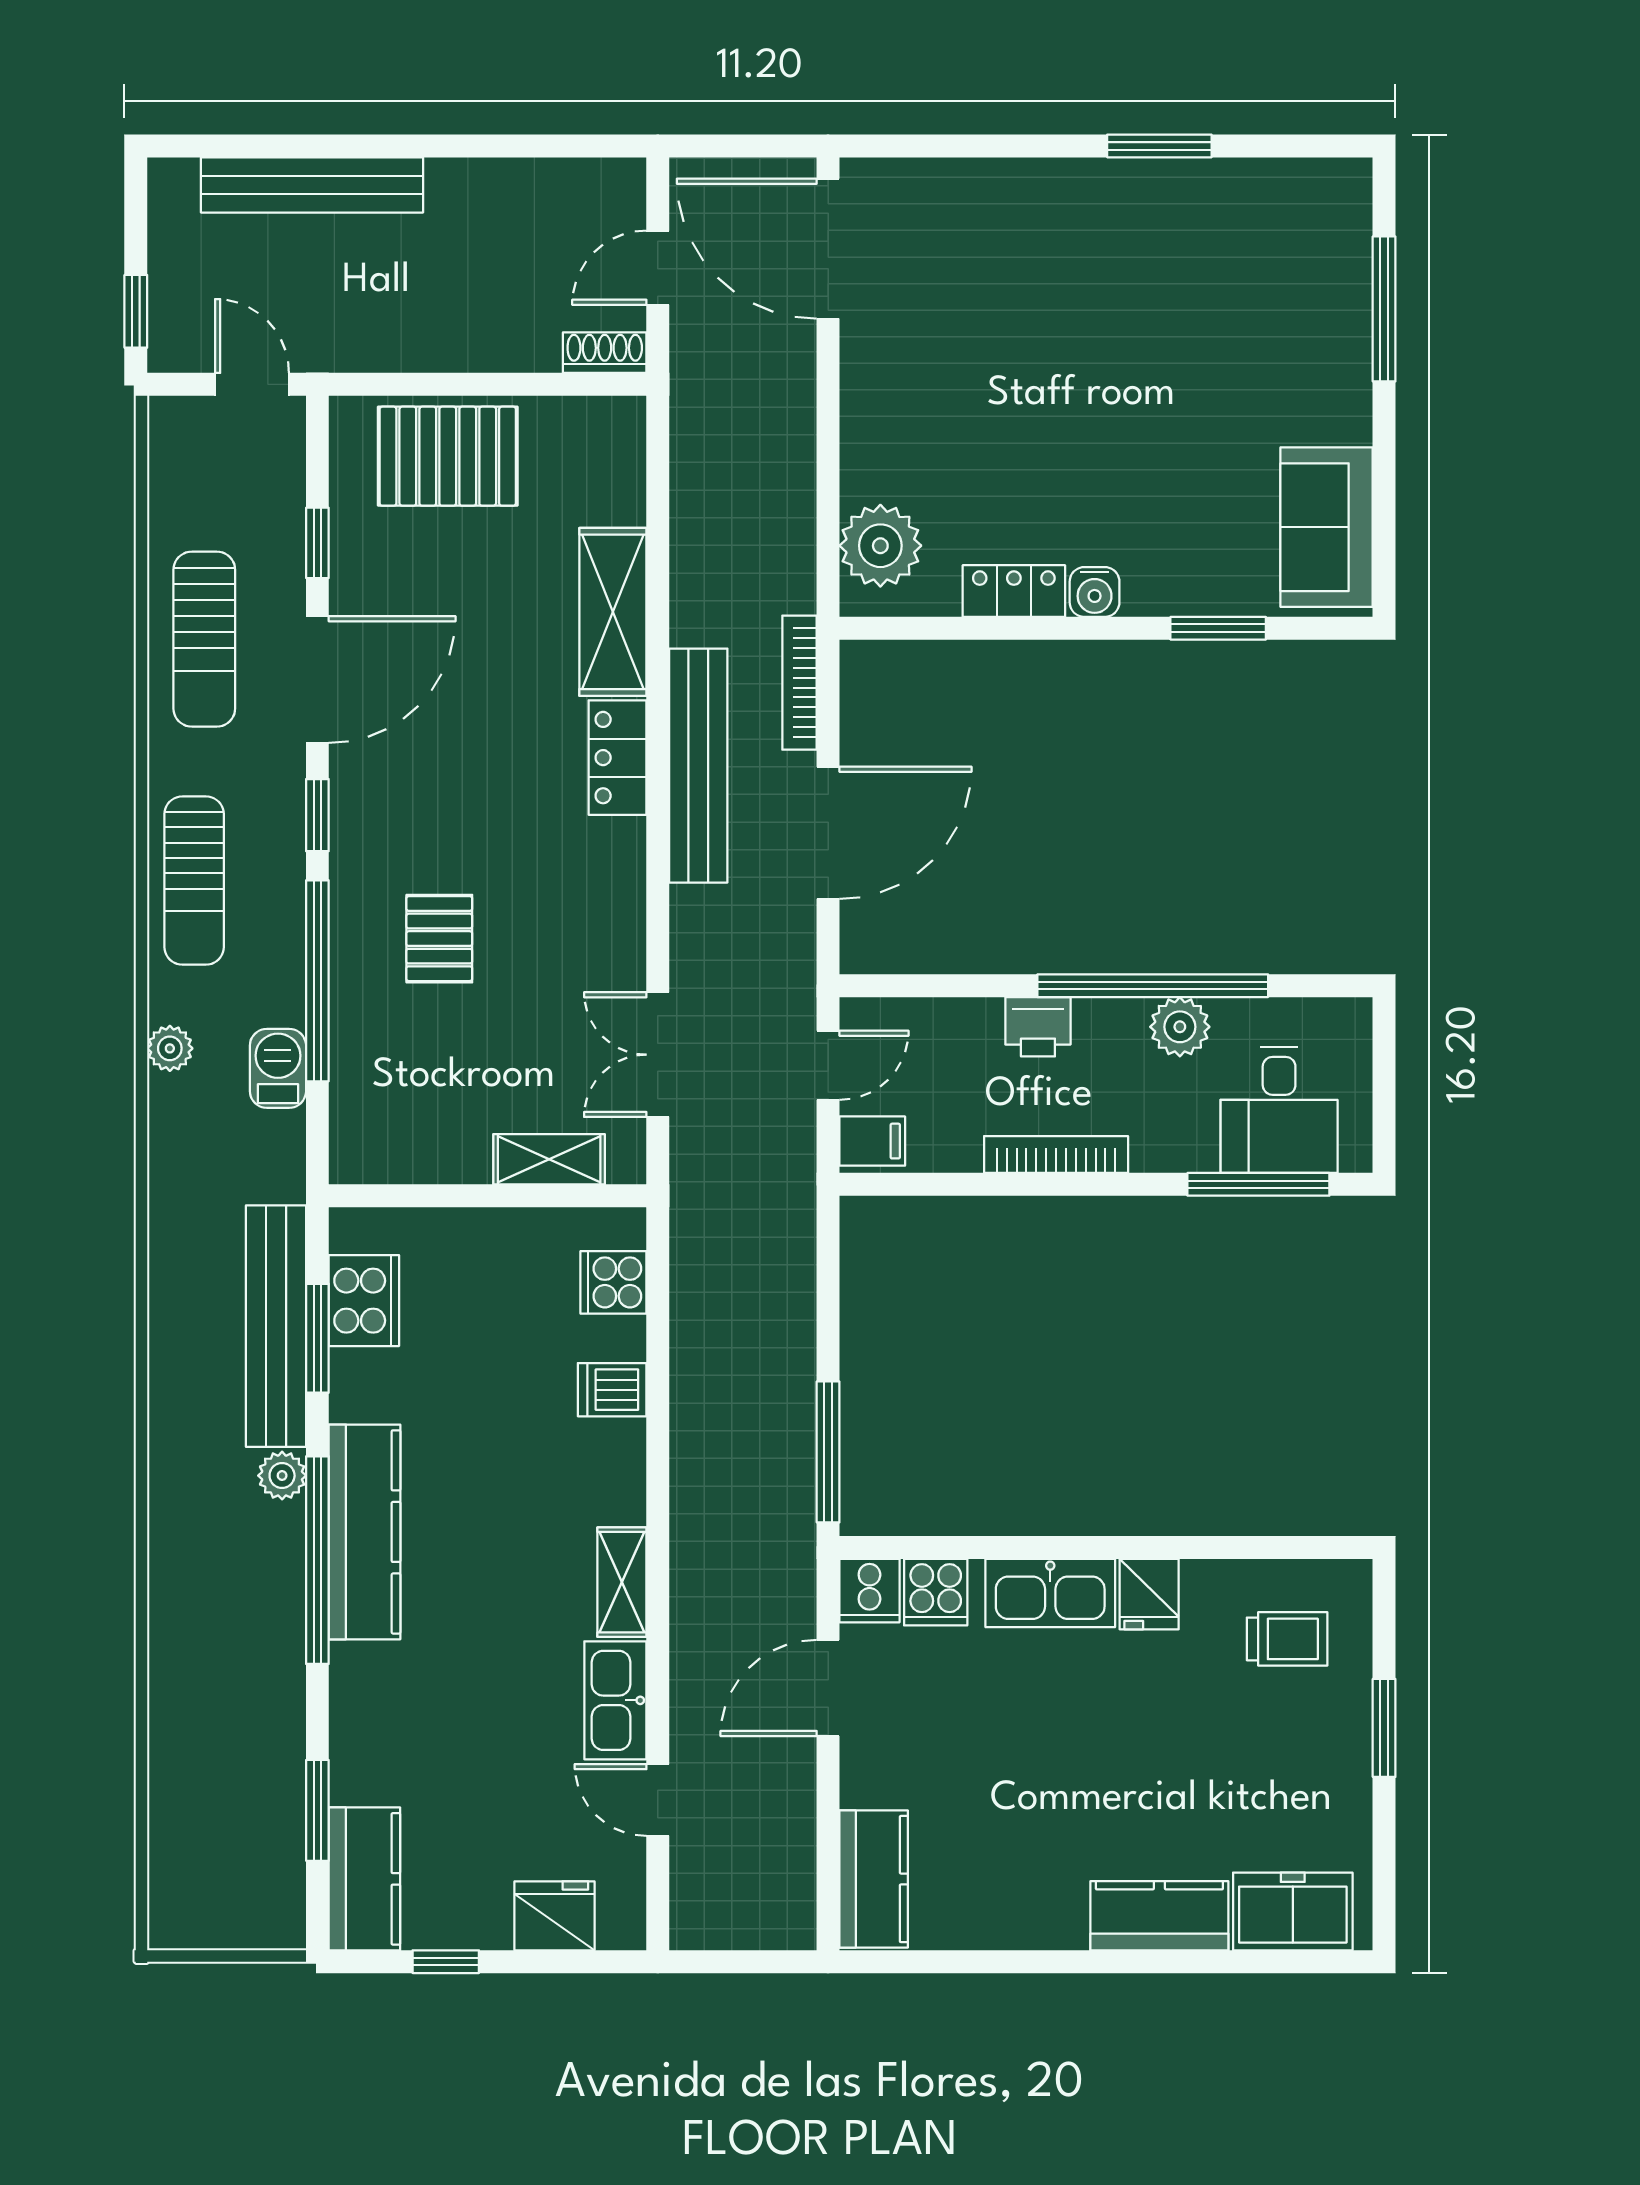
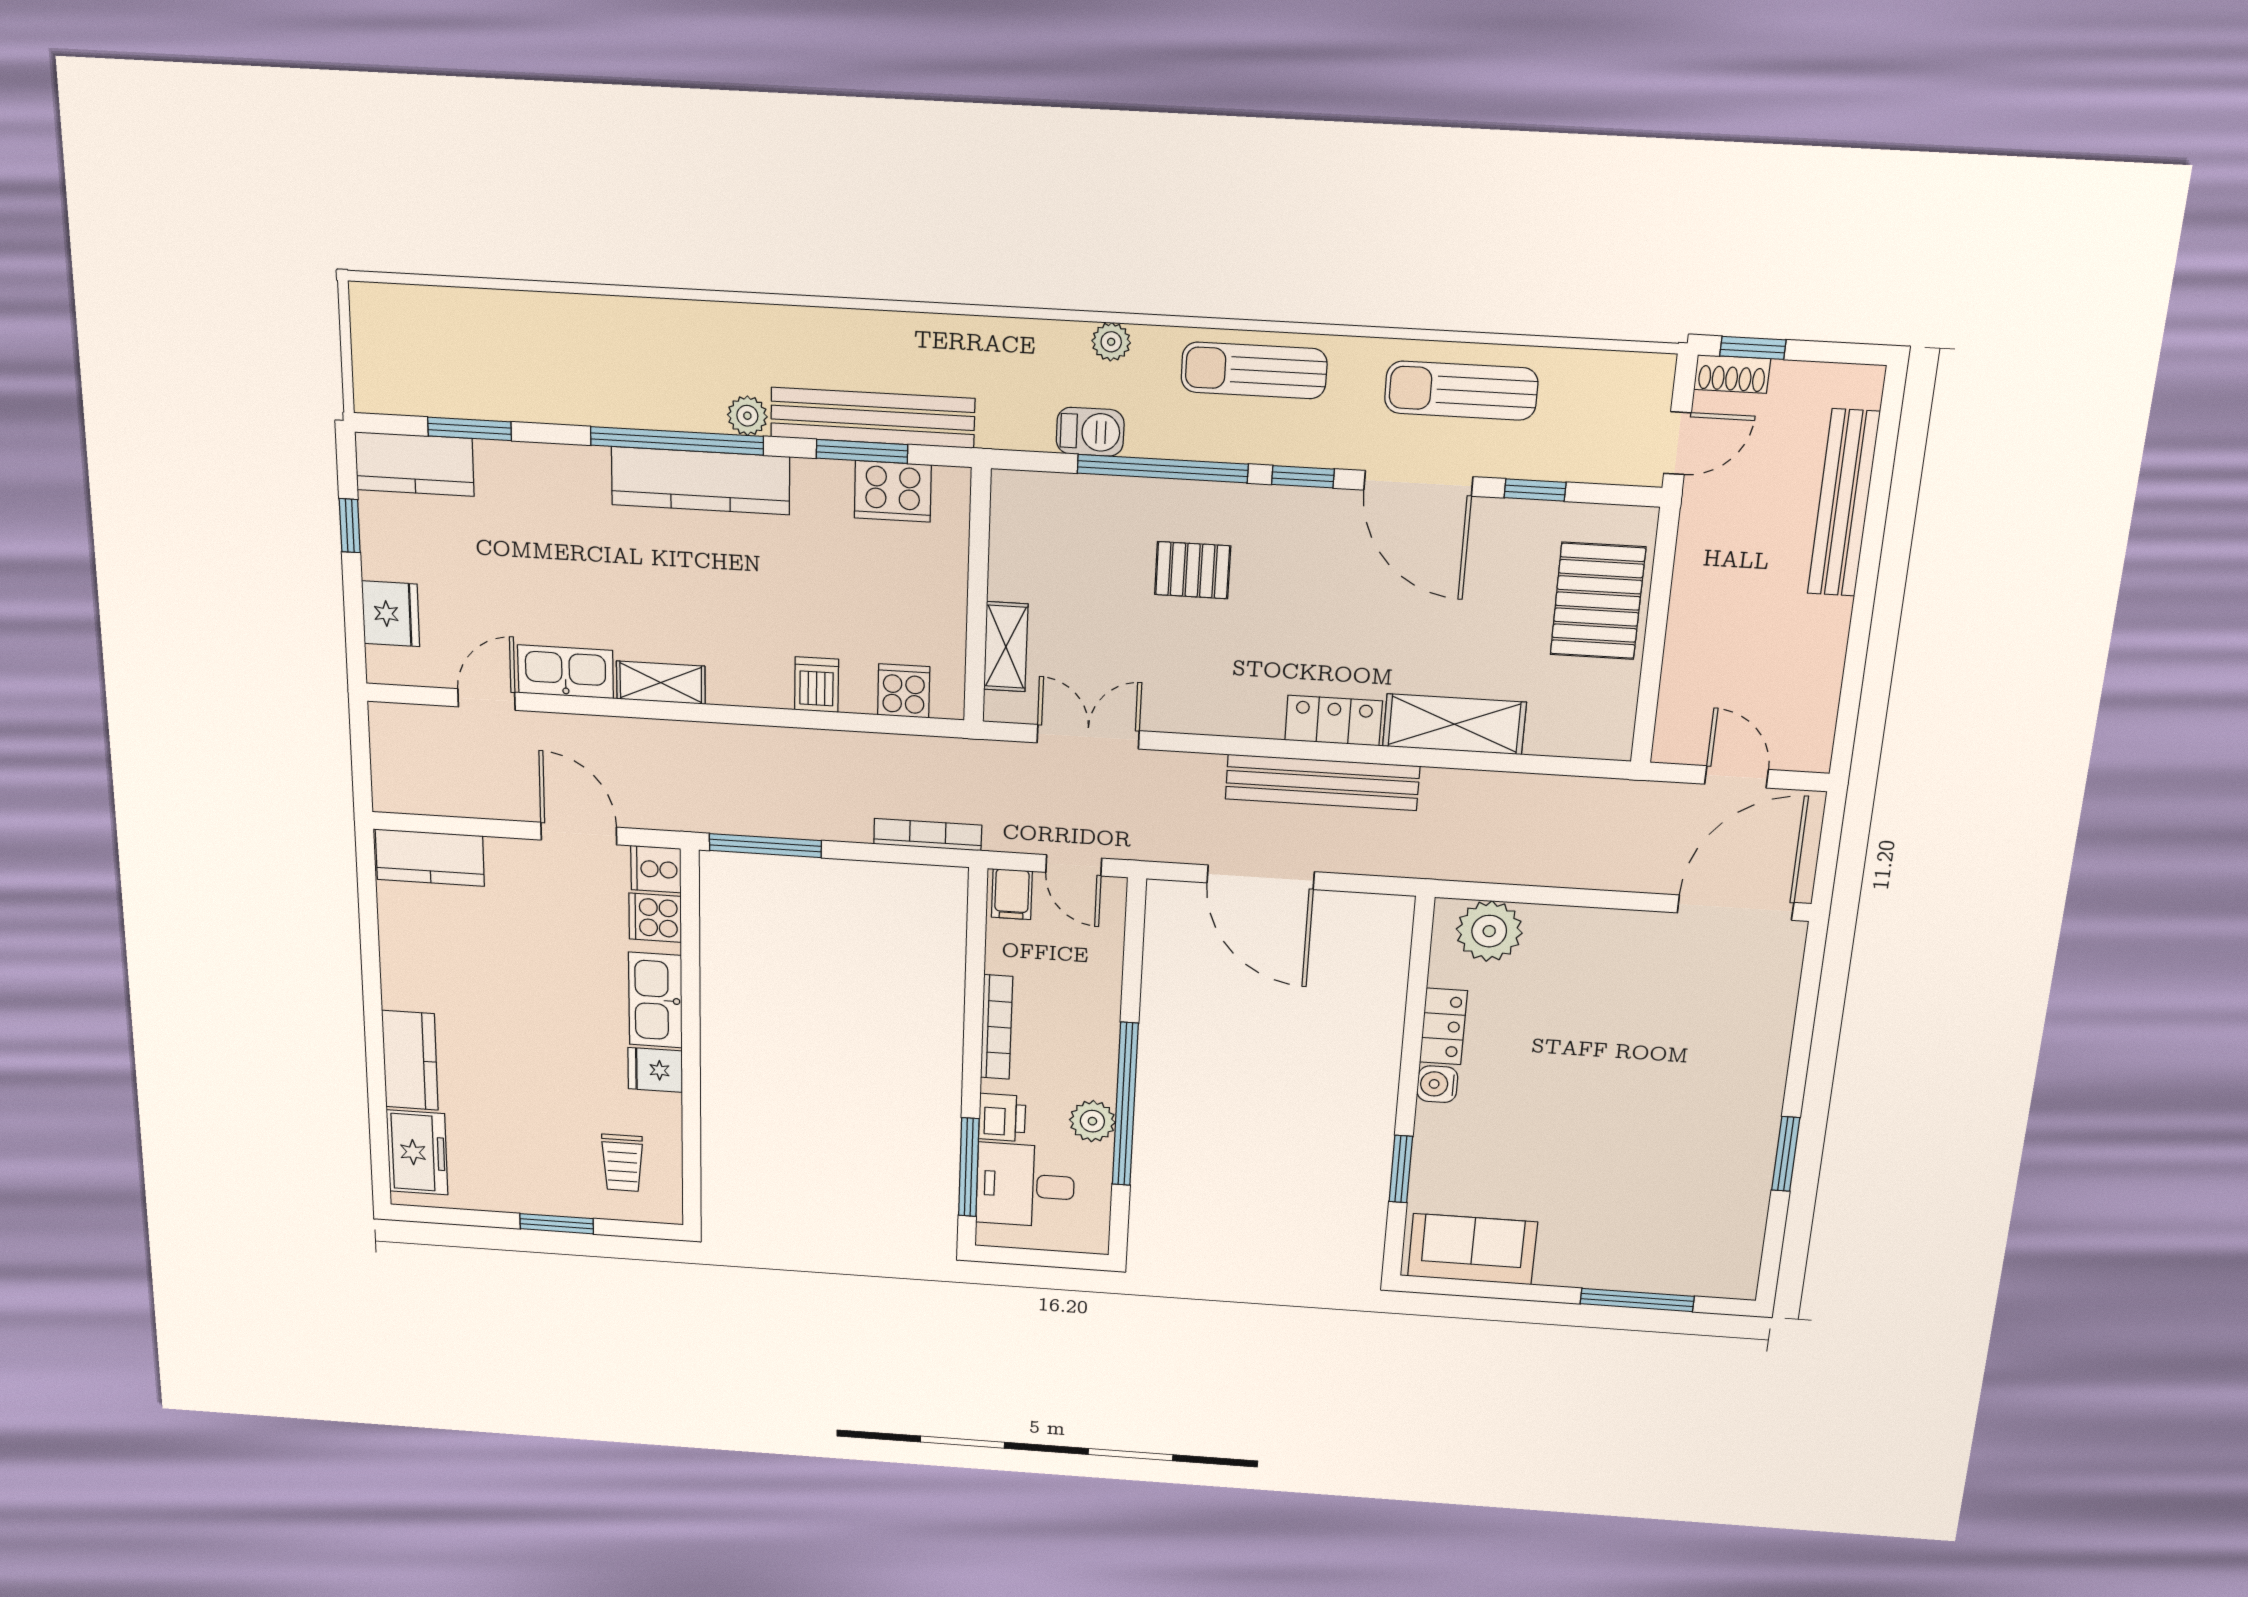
shoe rack: (605, 353) -> (1732, 374), moved, turned 90
bookcase: (800, 683) -> (928, 835), moved
printer: (1038, 1027) -> (1002, 1117), moved, turned 180

